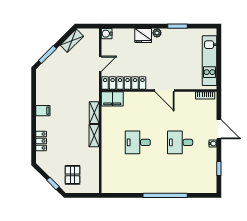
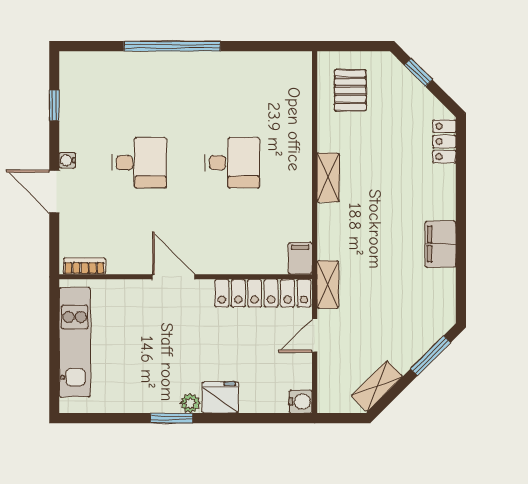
window: (178, 26) -> (172, 418), moved
filing cabinet: (112, 99) -> (300, 258), width x0.50
filing cabinet: (43, 111) -> (440, 244), width x2.00
shelving: (94, 113) -> (328, 284), moved
locker: (41, 141) -> (444, 141), moved
pallet: (73, 175) -> (350, 90), moved

